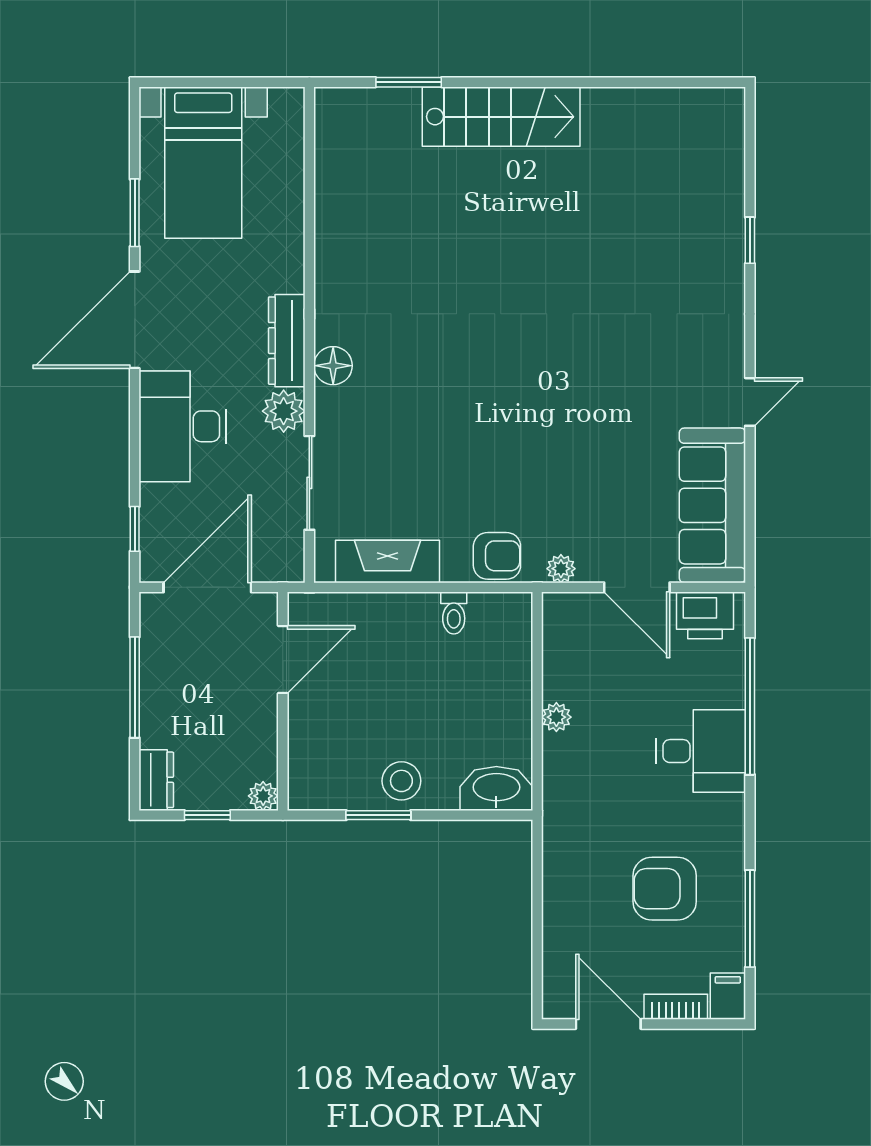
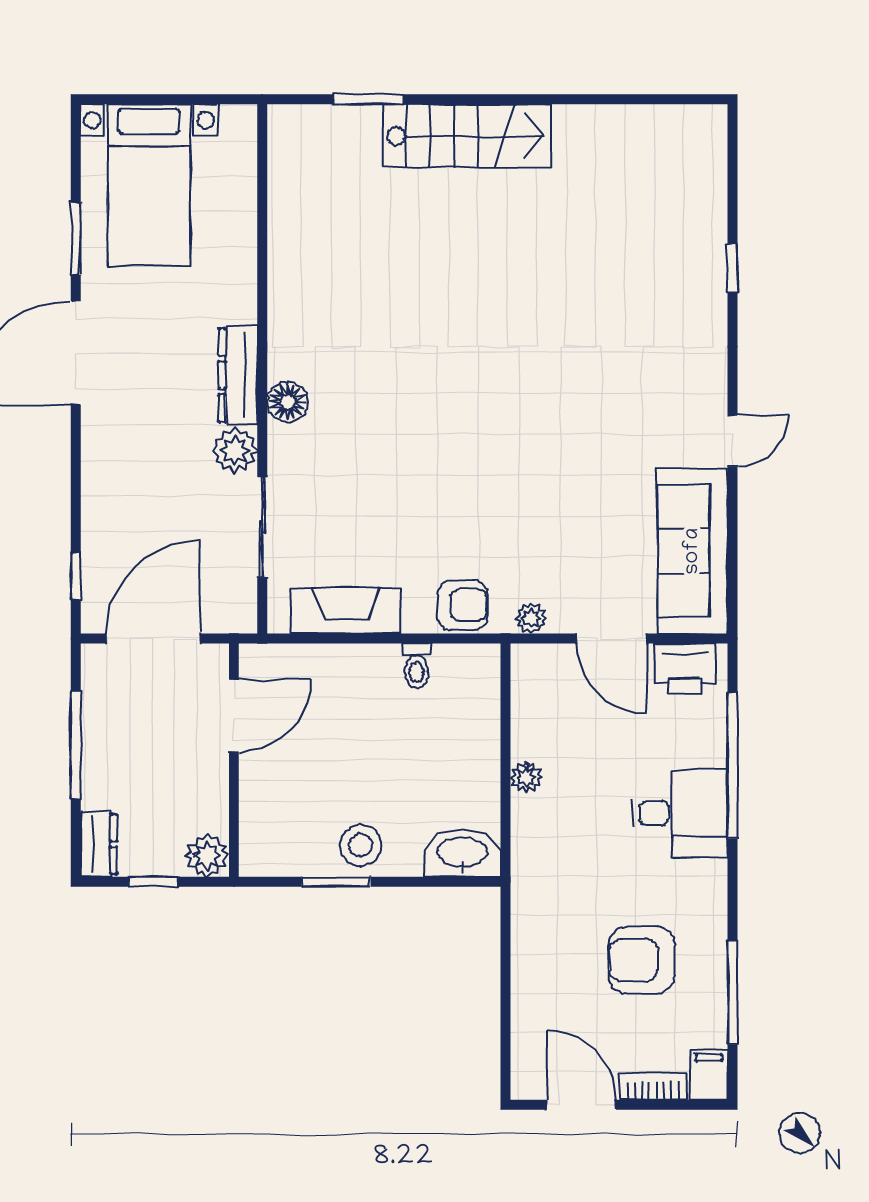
desk: (183, 426) -> (127, 467), removed
plant: (263, 796) -> (207, 855), width x1.38, depth x1.38

